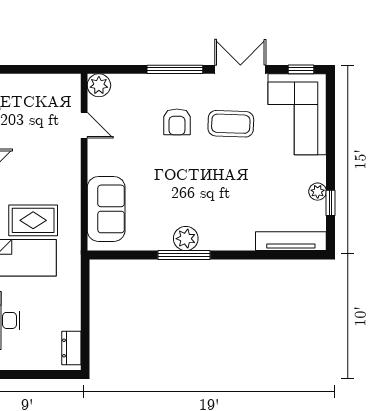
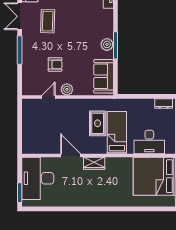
plant: (99, 85) -> (67, 89), moved
armchair: (177, 122) -> (55, 64), moved
sofa: (106, 209) -> (104, 76), moved, turned -90

